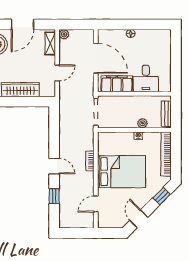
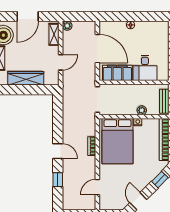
bed: (121, 172) -> (117, 141), moved, turned 90

